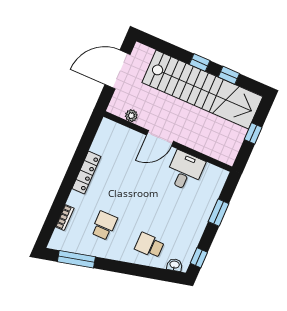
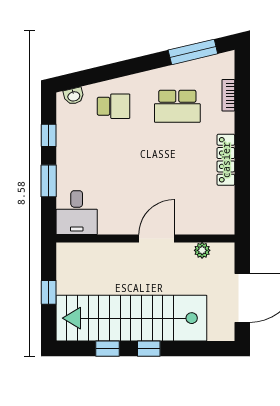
desk: (185, 171) -> (77, 213), moved
school desk: (104, 226) -> (177, 106), width x1.85
window: (199, 258) -> (49, 135), moved

